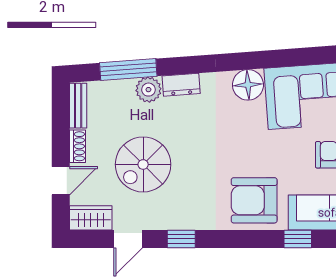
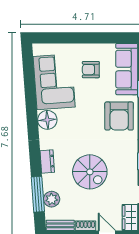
plant: (148, 90) -> (52, 199), moved
spiral stairs: (143, 164) -> (90, 172), moved

